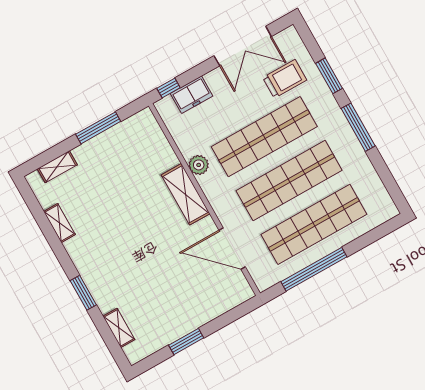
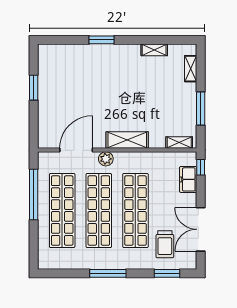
window: (329, 76) -> (167, 273), moved
plant: (199, 165) -> (106, 159), moved
shelving: (119, 328) -> (179, 143), moved

